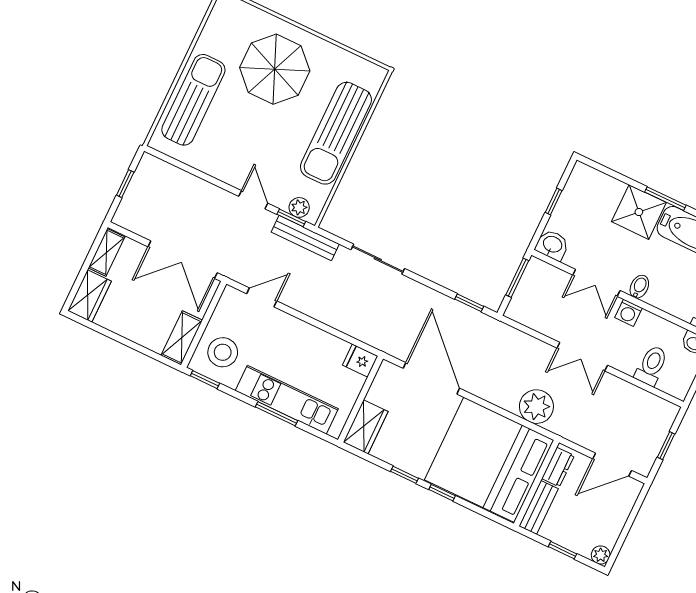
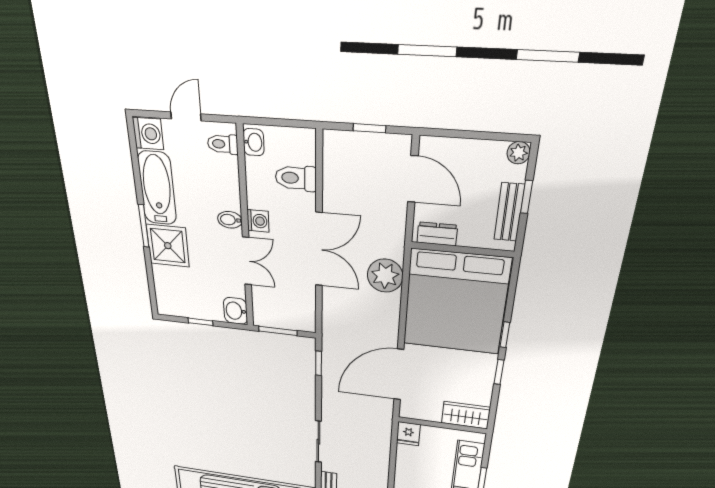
double door: (582, 357) -> (319, 250), width x1.37
bench: (539, 507) -> (509, 212), moved, turned 90

